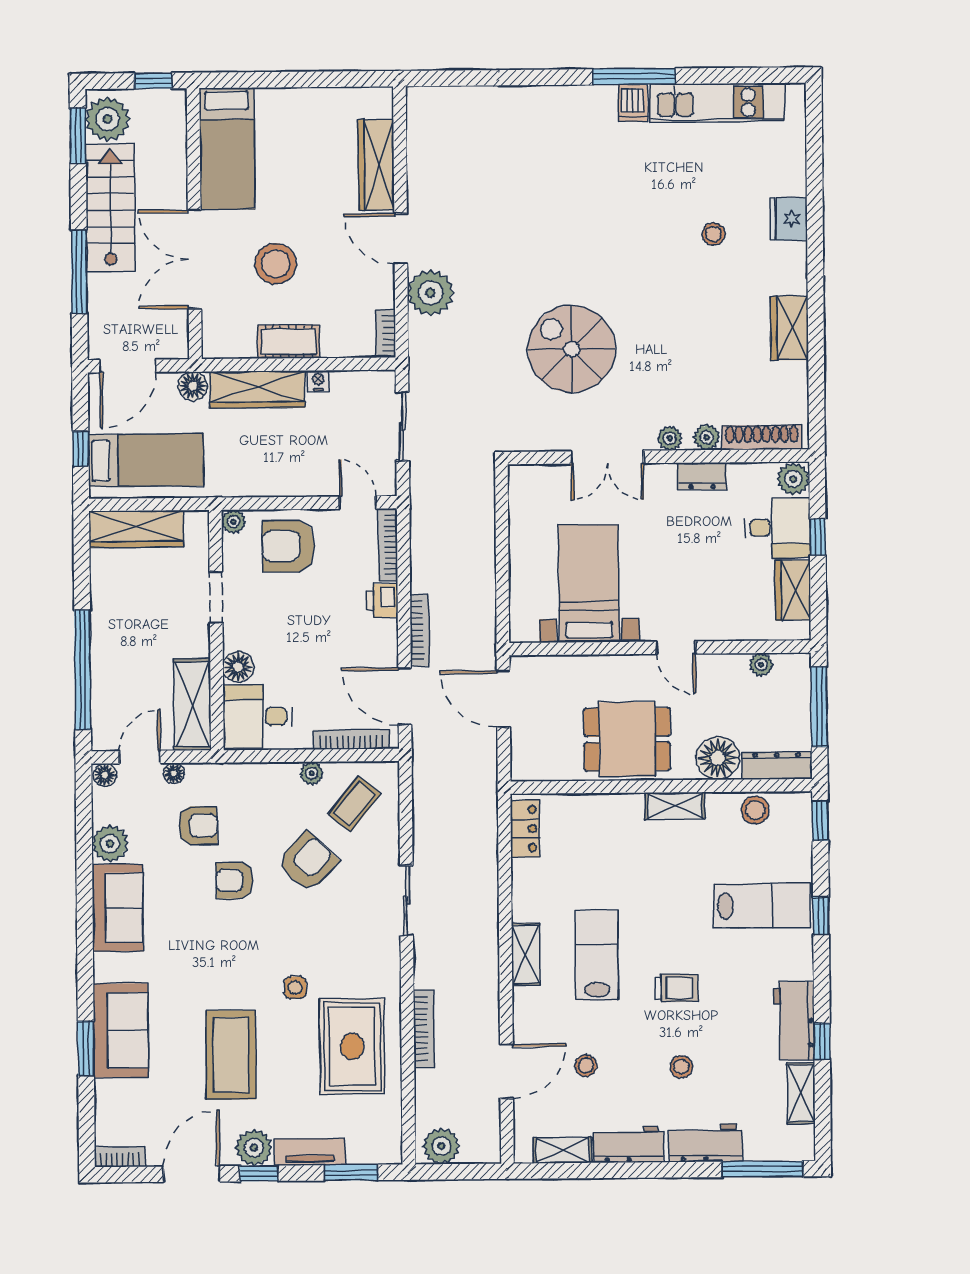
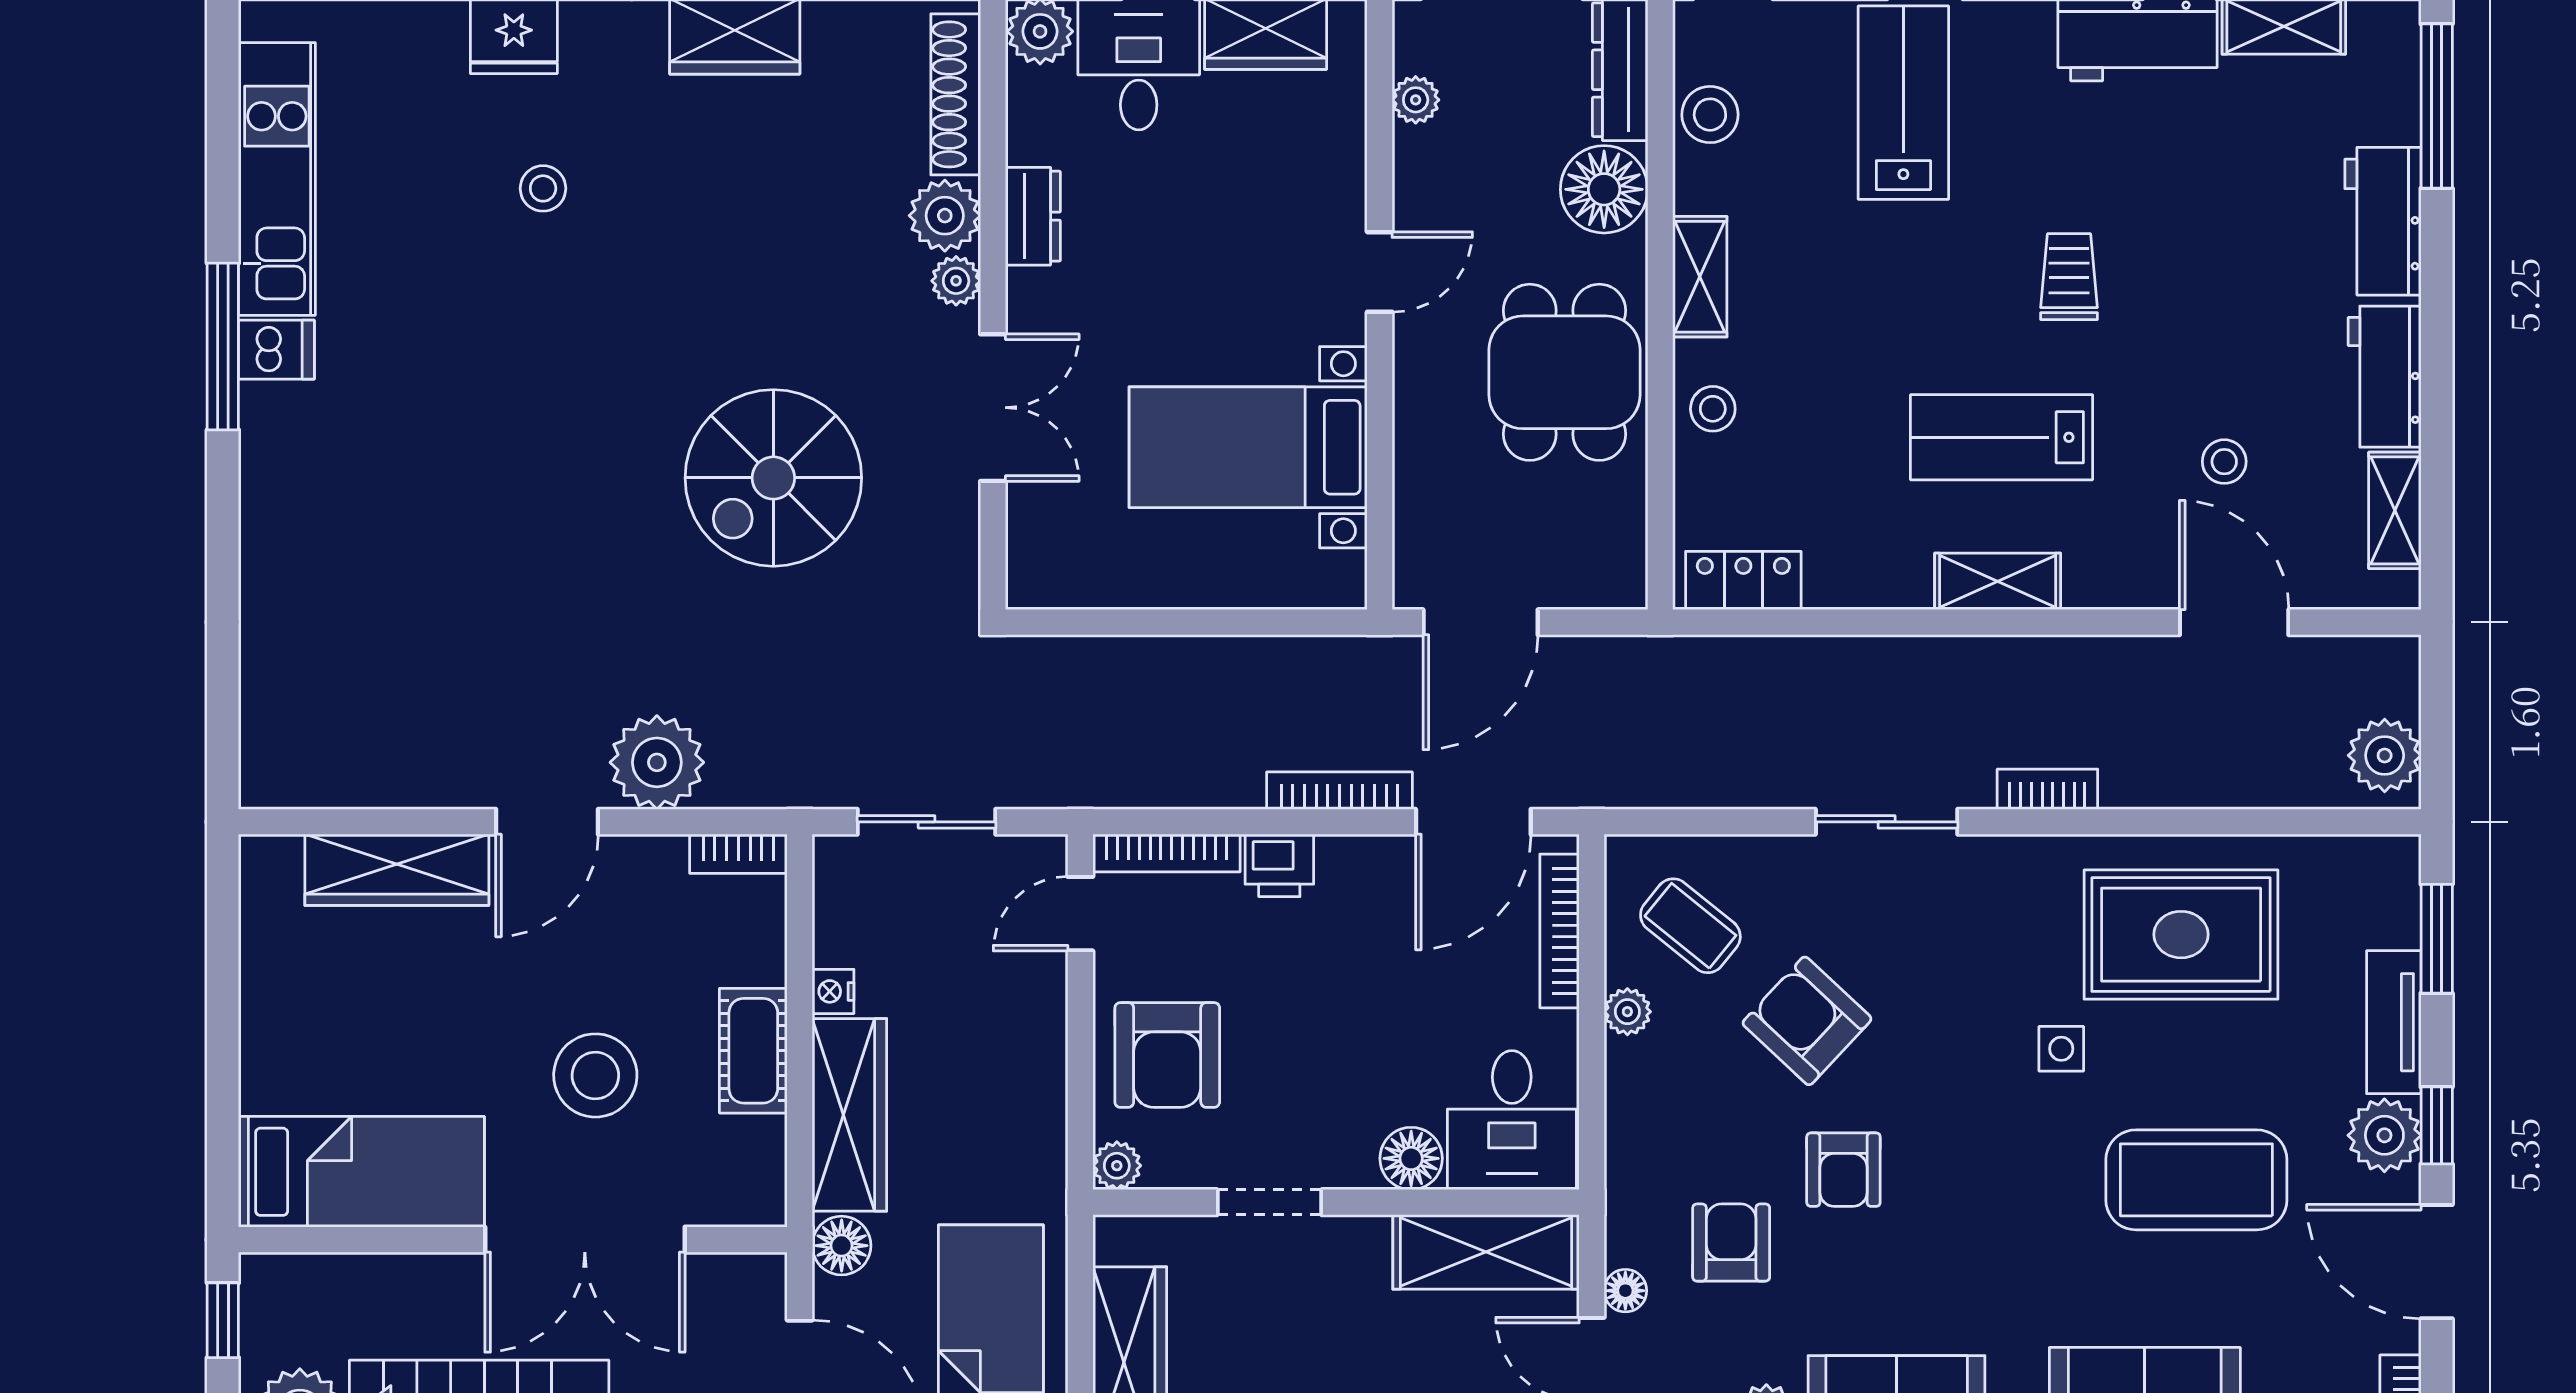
plant: (707, 437) -> (945, 216), width x1.38, depth x1.38
bookcase: (424, 1028) -> (2047, 789), moved, width x0.64
stool: (681, 1067) -> (1713, 409), moved

